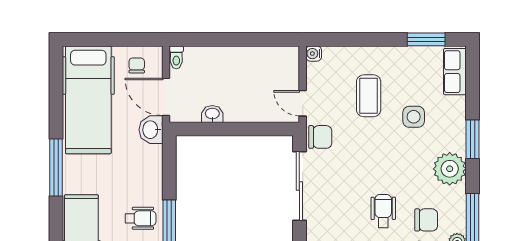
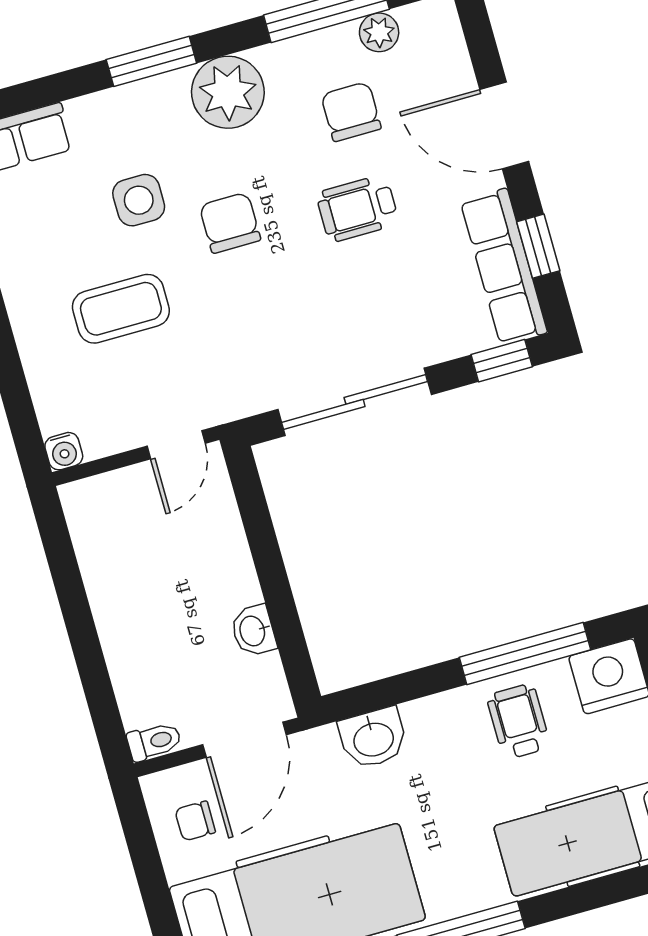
washbasin: (151, 130) -> (373, 738), moved
chair: (320, 137) -> (230, 223), moved

